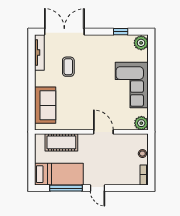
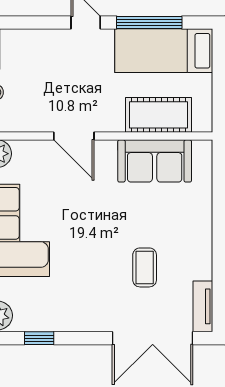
tv unit: (39, 53) -> (203, 306), width x0.71
sofa: (45, 105) -> (155, 161), moved, turned -90

